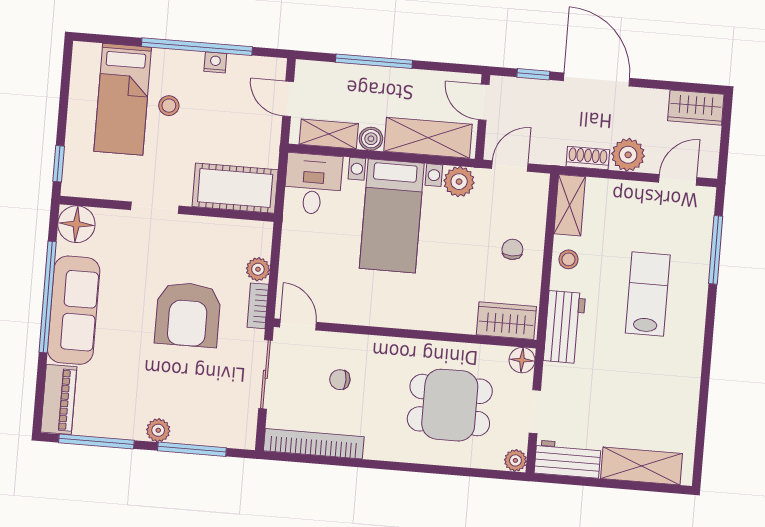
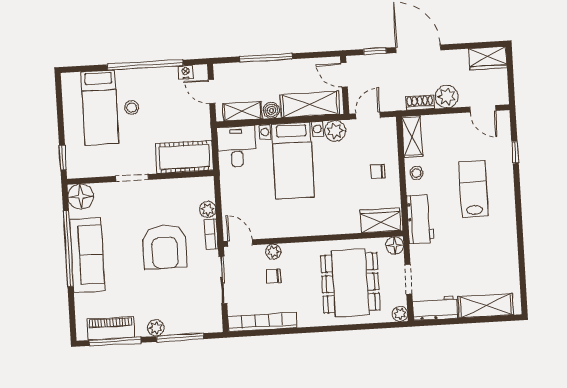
nightstand: (215, 62) -> (186, 72), moved
door: (678, 180) -> (483, 109), swing flipped
chair: (512, 249) -> (378, 172), turned -90
window: (716, 250) -> (515, 152), width x0.46
plant: (345, 344) -> (273, 252), added
piano: (59, 399) -> (111, 328), moved, turned -90
dining table: (450, 405) -> (350, 283), width x1.37

